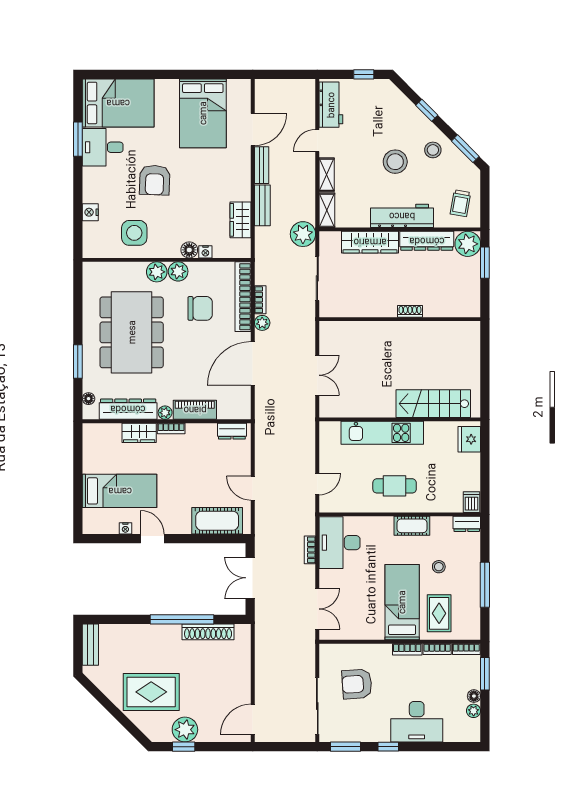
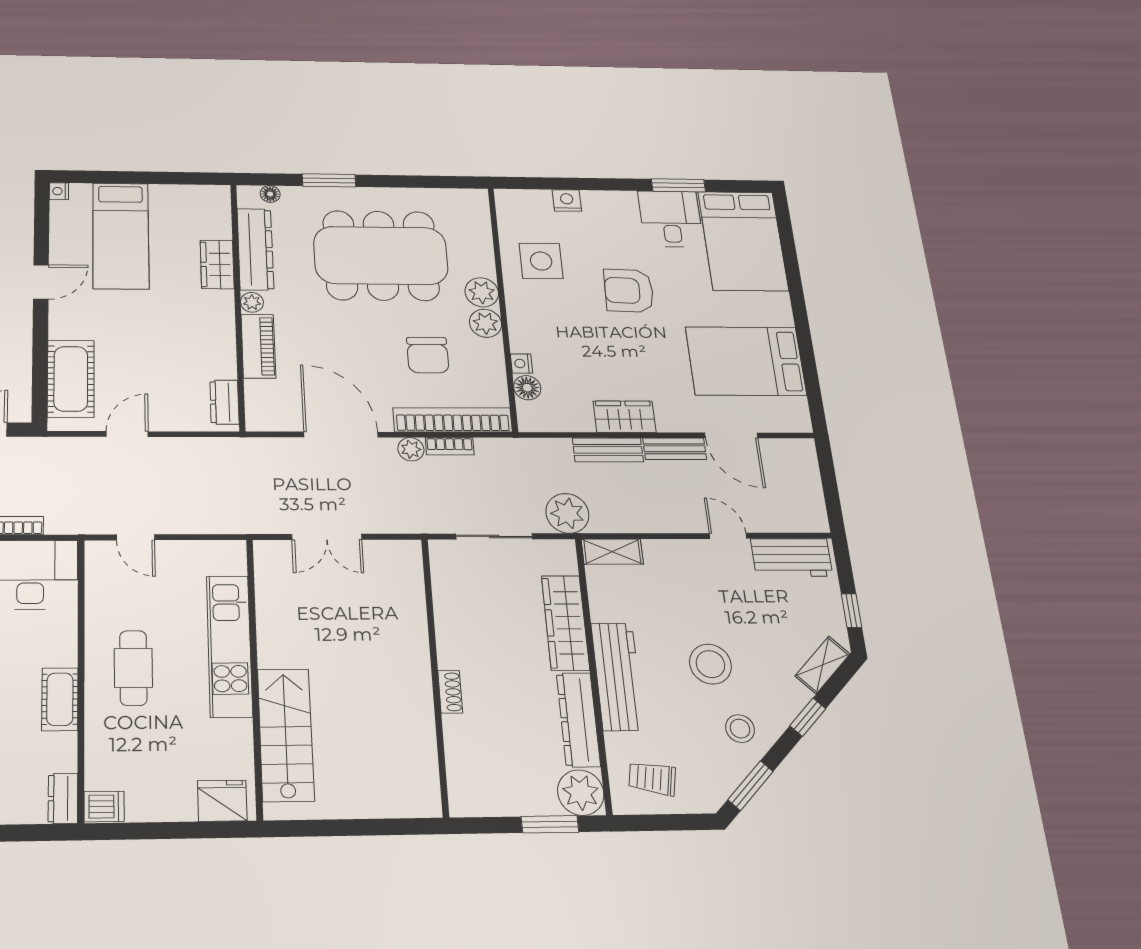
shelving: (327, 175) -> (823, 665), moved, turned -45
wardrobe: (241, 220) -> (625, 417), moved
floor lamp: (189, 250) -> (527, 388), moved
bookcase: (171, 428) -> (226, 311), removed
nightstand: (125, 528) -> (59, 191), moved

